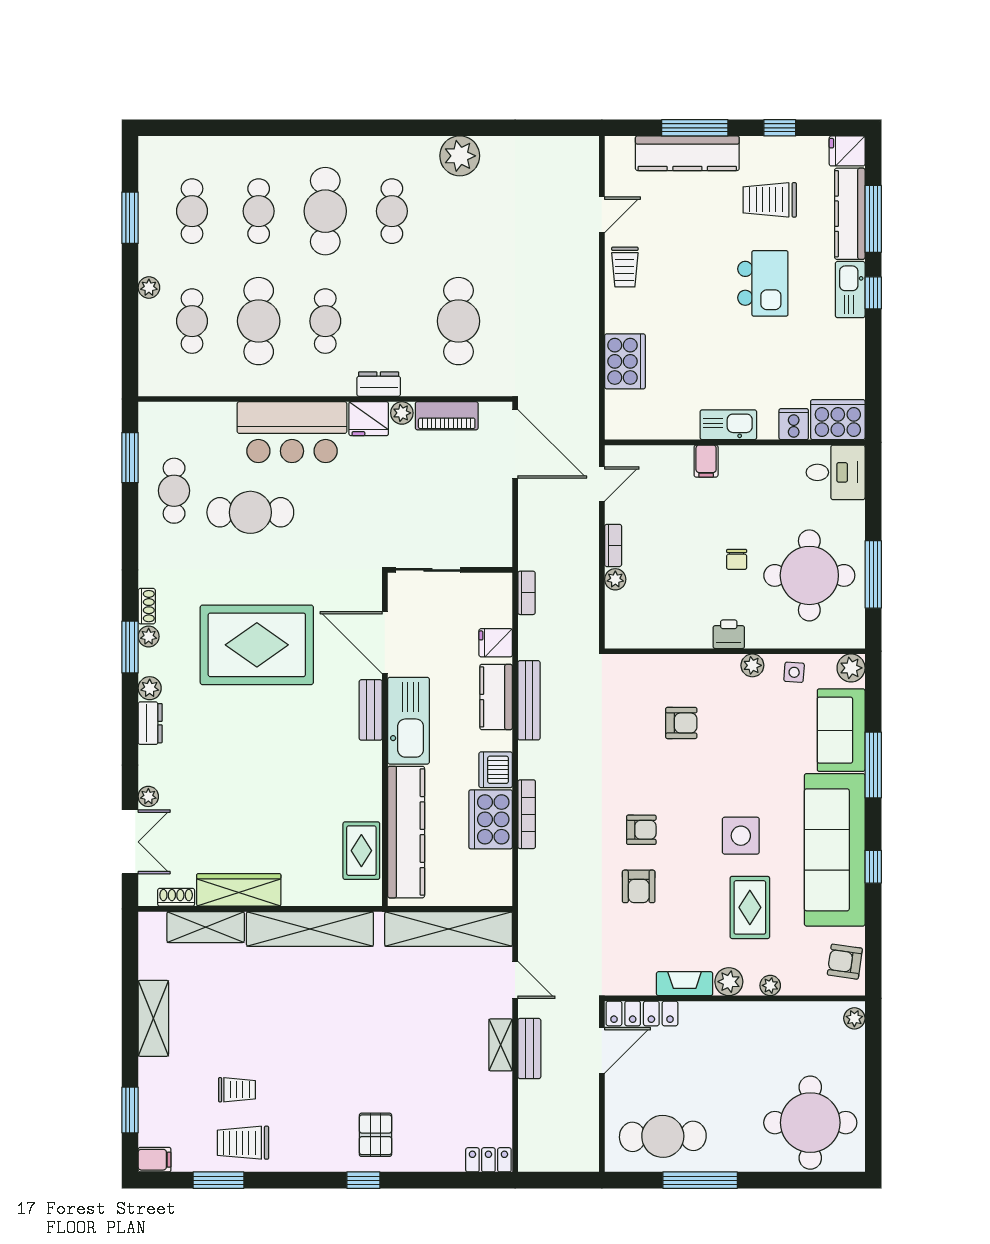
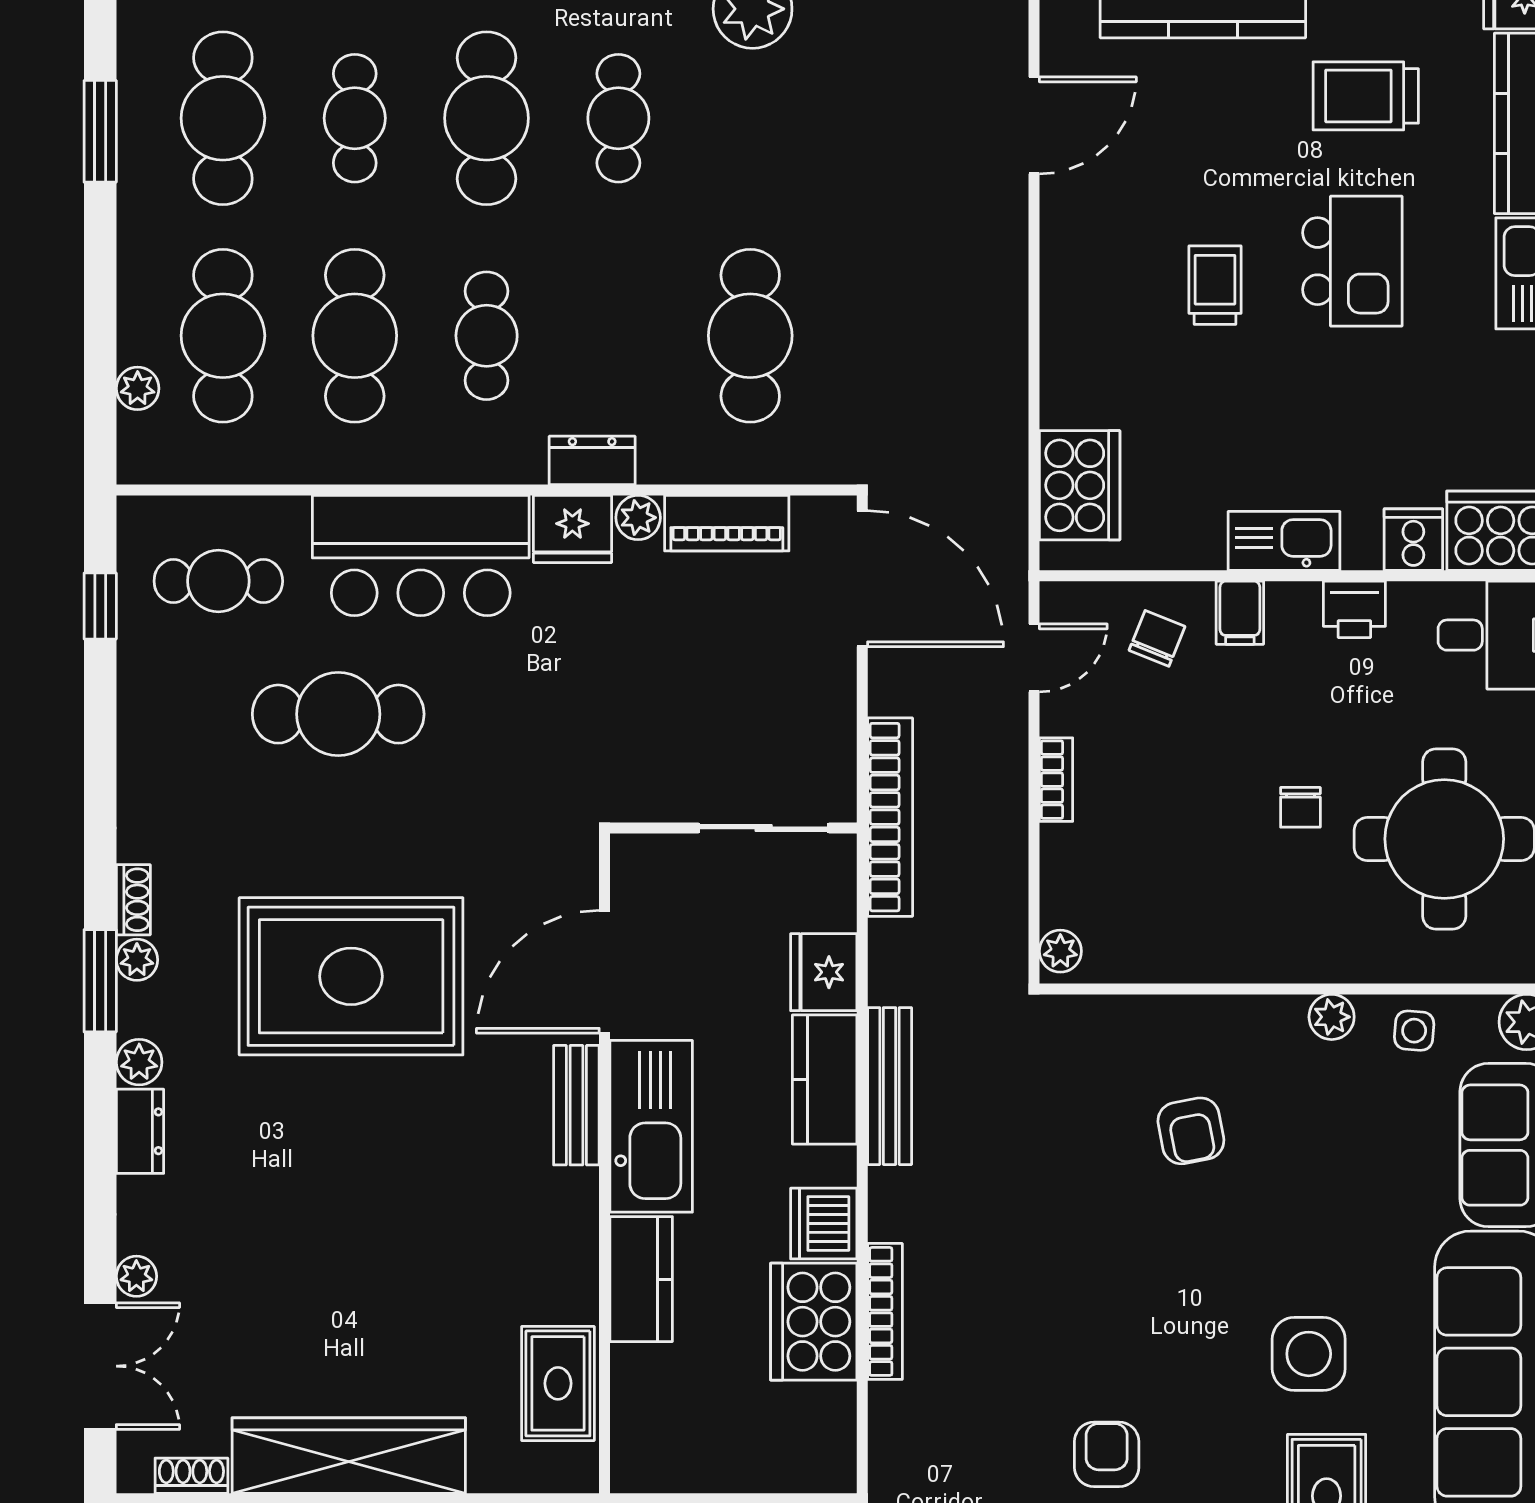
cafe table: (192, 211) -> (223, 118), width x1.37, depth x1.35
door: (602, 215) -> (1034, 125), width x1.38
trolley: (625, 267) -> (1215, 285), moved, turned 180
plant: (149, 288) -> (138, 388), moved
cafe table: (192, 321) -> (223, 336), width x1.37, depth x1.35
cooker: (625, 361) -> (1080, 485), moved
window: (130, 458) -> (100, 606), width x0.67
chair: (664, 474) -> (1157, 638), added
cafe table: (174, 491) -> (218, 581), moved, turned 90
sliding door: (428, 570) -> (764, 828), moved
plant: (615, 579) -> (1060, 951), moved
bookcase: (527, 593) -> (890, 817), width x2.31, depth x1.31
printer: (729, 634) -> (1354, 609), moved, turned 180
door: (385, 643) -> (605, 972), hinge flipped
fridge: (496, 643) -> (824, 972), width x1.38
armchair: (681, 723) -> (1191, 1131), turned 79
armchair: (641, 830) -> (1112, 1342), removed
kitchen counter: (406, 832) -> (641, 1279), width x0.48, depth x0.86
armchair: (639, 886) -> (1107, 1454), turned 180
wardrobe: (239, 890) -> (349, 1456), width x1.40, depth x1.17

